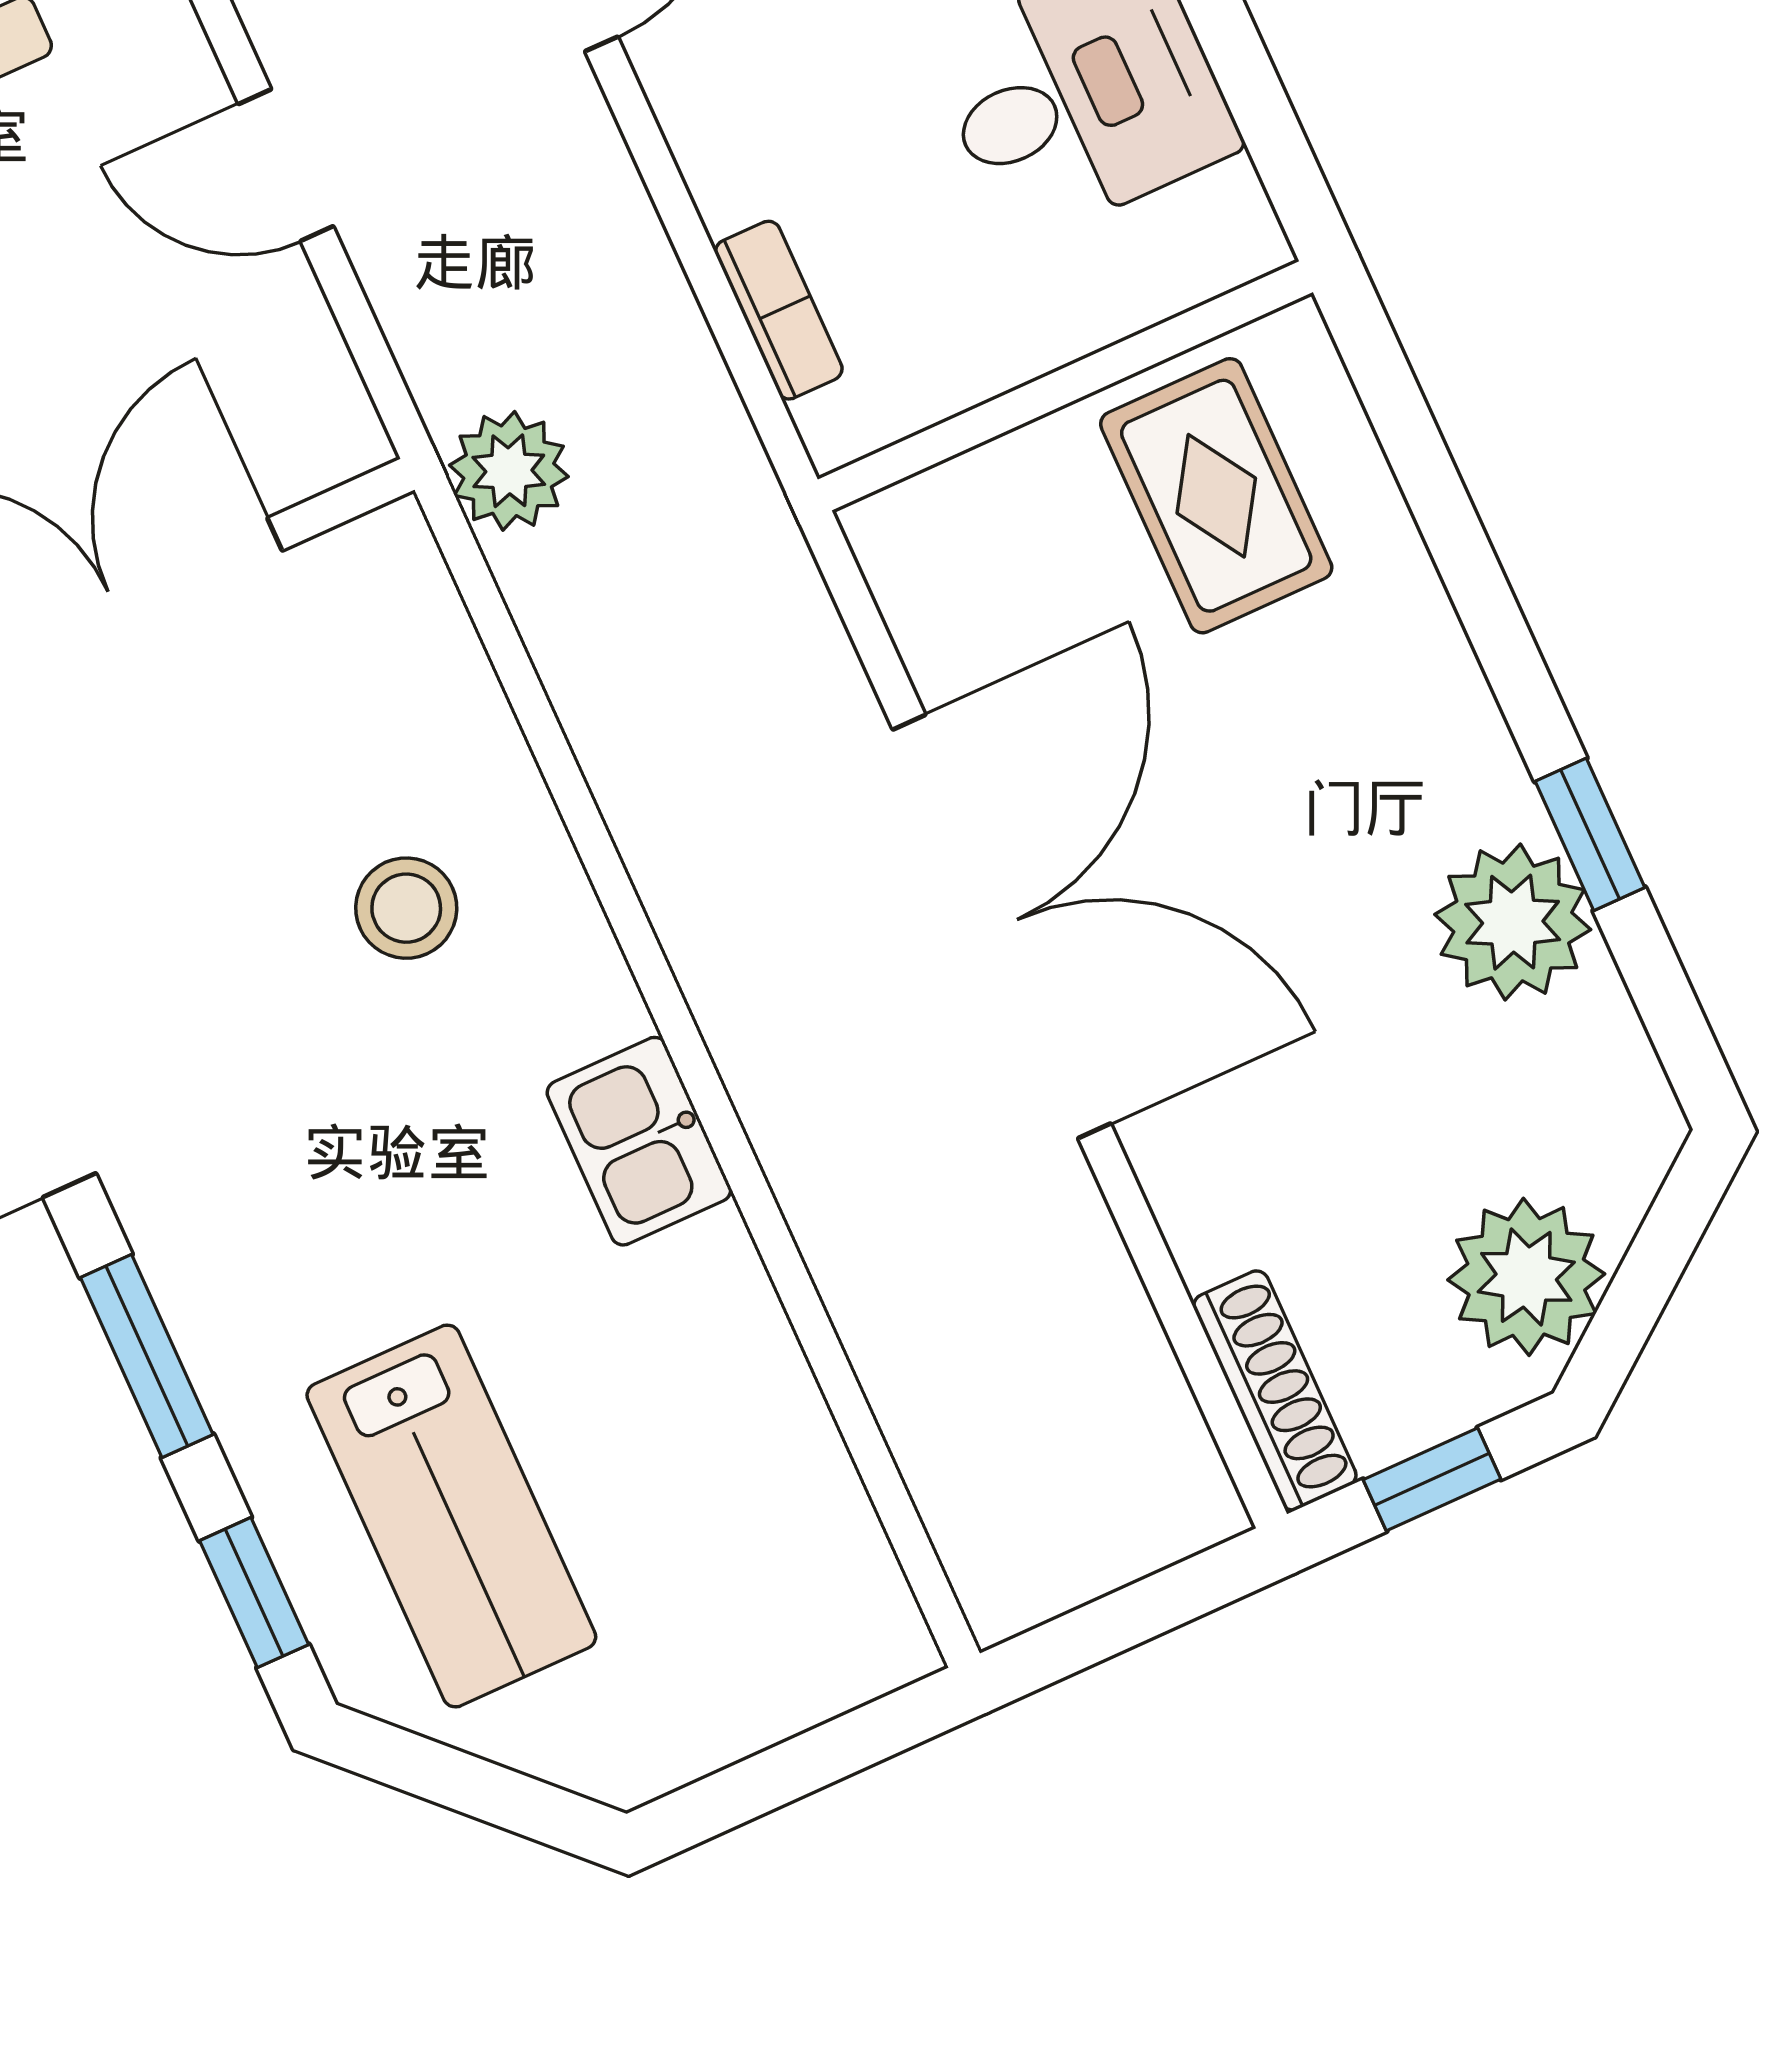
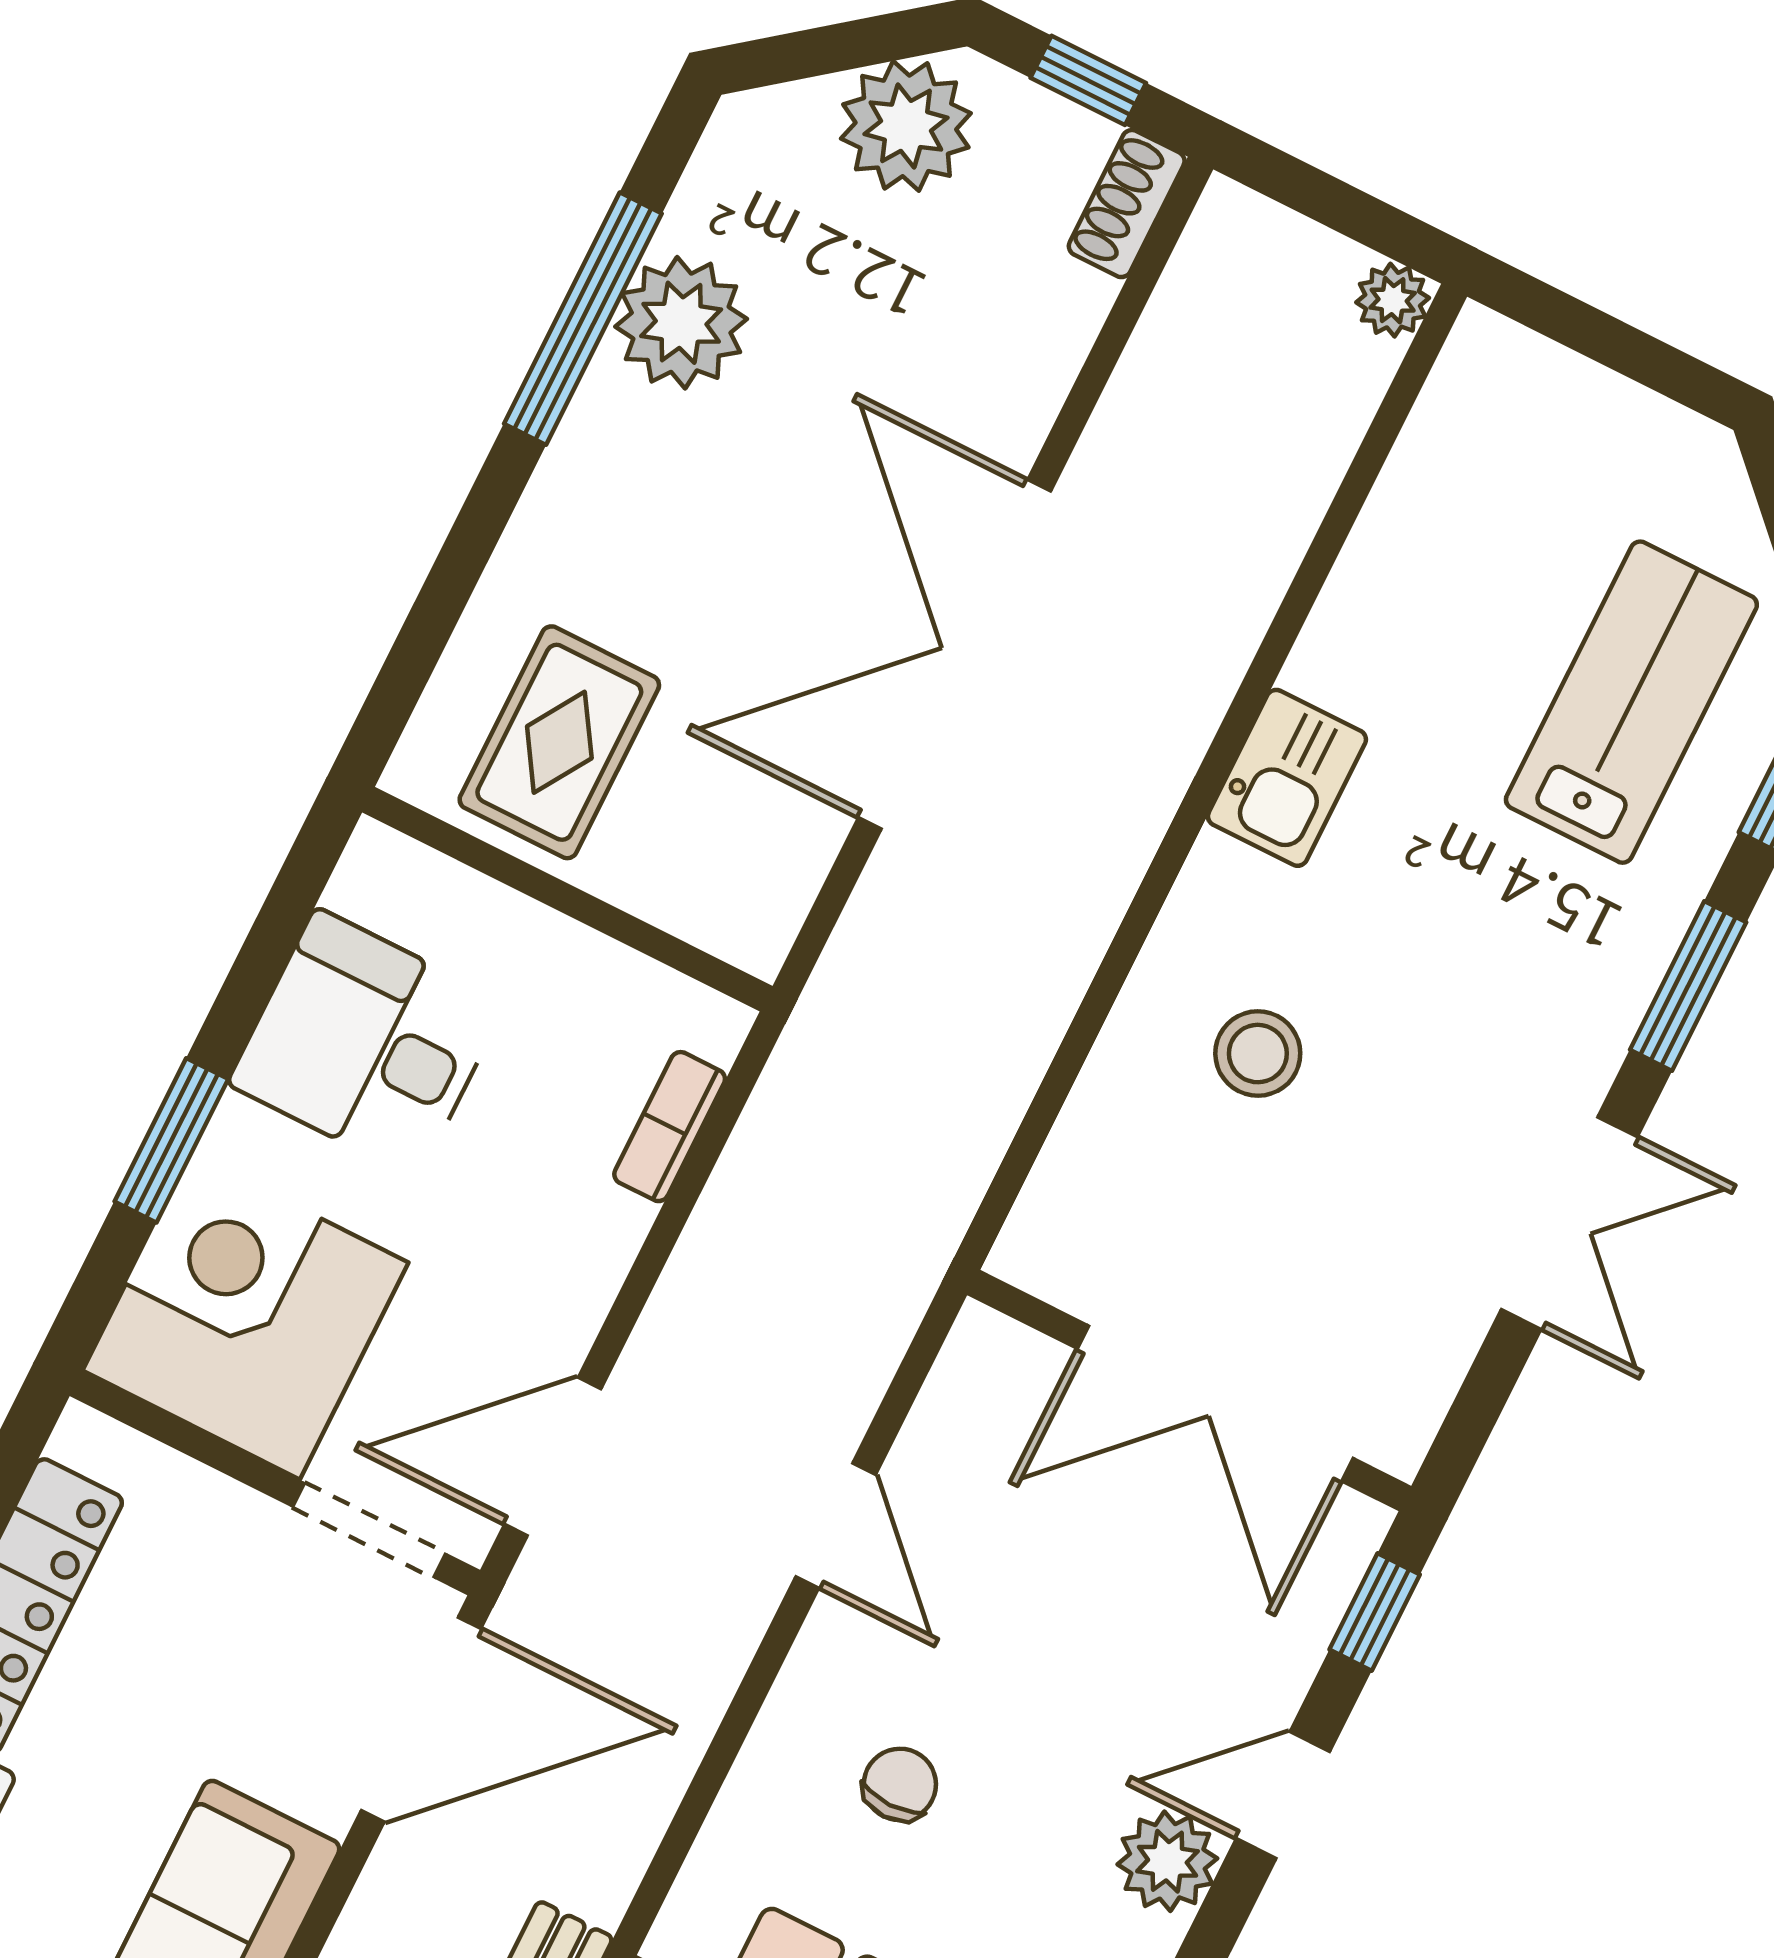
plant: (509, 471) -> (1393, 300), moved, width x0.73, depth x0.73
window: (1590, 834) -> (583, 319), width x2.17
shoe rack: (1275, 1391) -> (1127, 204), width x0.70

